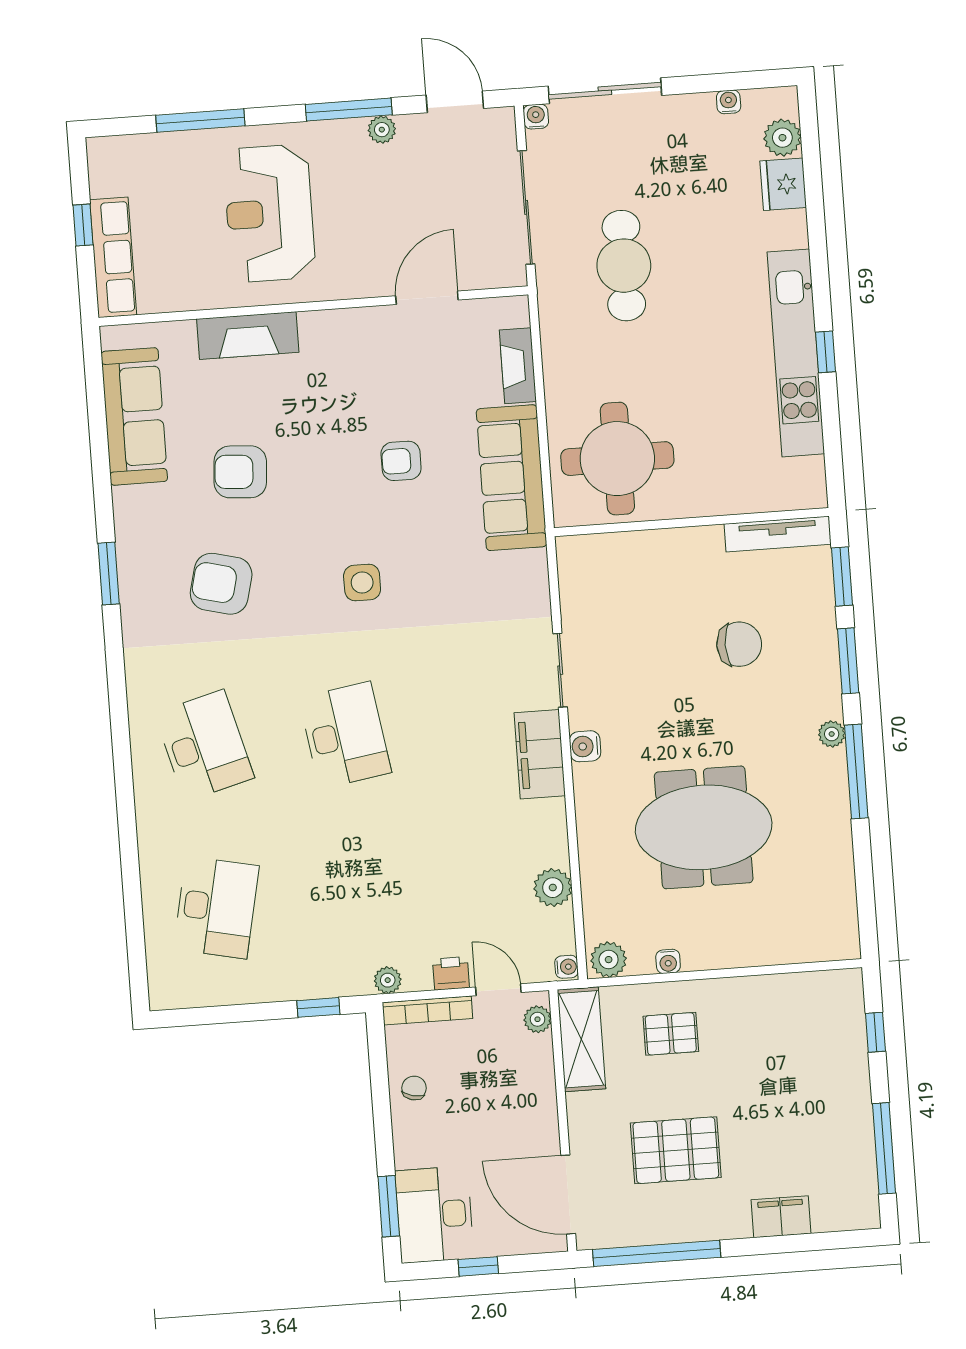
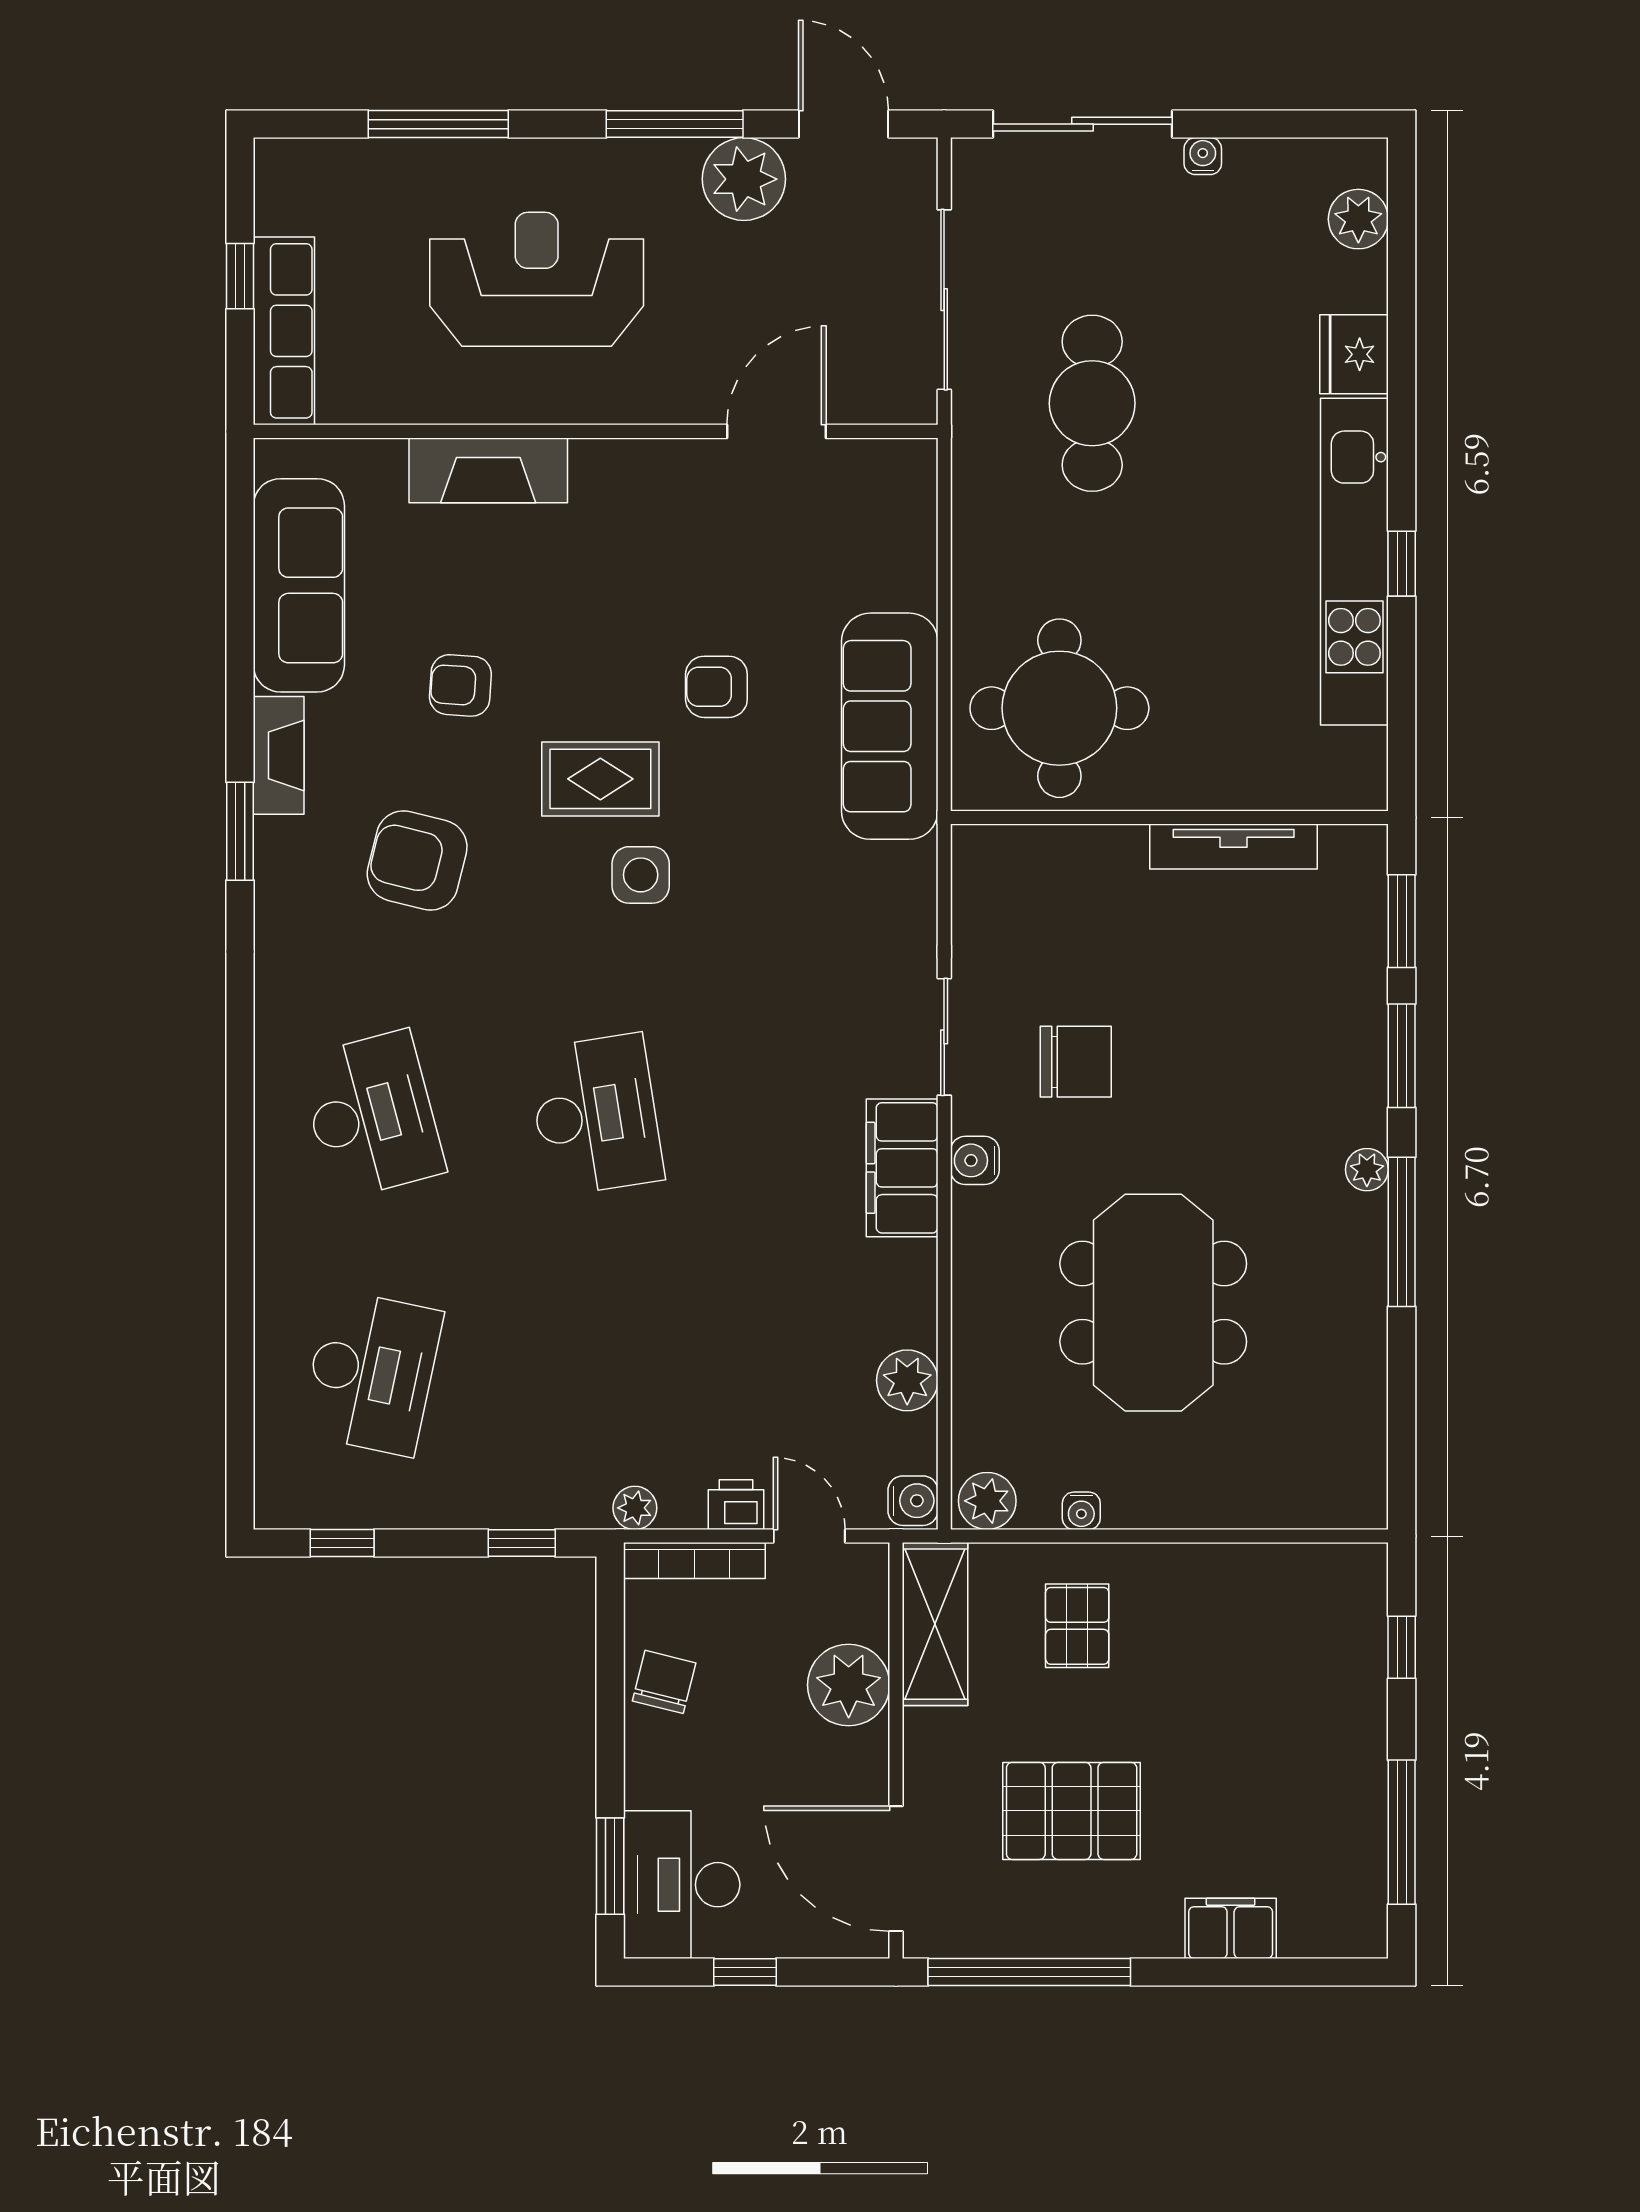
water cooler: (729, 102) -> (1203, 156), moved
water cooler: (536, 117) -> (970, 157), removed
plant: (382, 130) -> (744, 179), width x1.87, depth x1.87
fridge: (783, 184) -> (1354, 354), moved
reception desk: (269, 213) -> (537, 279), turned 90
fireplace: (518, 366) -> (279, 755), moved, turned 180
armchair: (240, 472) -> (460, 685), width x0.72, depth x0.72
rug: (332, 524) -> (600, 779), added
tv unit: (778, 534) -> (1234, 847), moved
chair: (739, 644) -> (1076, 1062), moved
meeting table: (704, 827) -> (1153, 1303), turned 90
water cooler: (567, 967) -> (913, 1501), width x1.38, depth x1.38
window: (206, 1016) -> (342, 1543), added
plant: (537, 1019) -> (849, 1685), moved, width x1.88, depth x1.88
pallet: (671, 1034) -> (1077, 1626), turned 90
chair: (414, 1088) -> (664, 1682), width x1.37, depth x1.37

